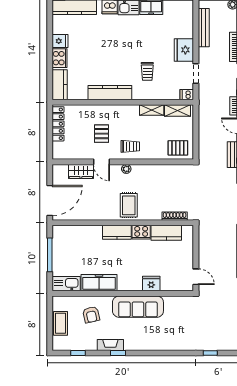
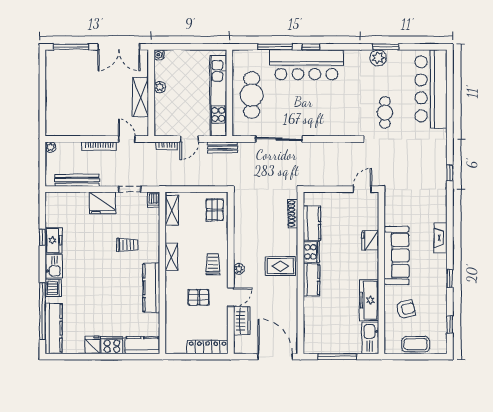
shelving: (152, 110) -> (171, 257), moved
locker: (58, 124) -> (208, 347), moved
fireplace: (110, 345) -> (441, 238), moved

